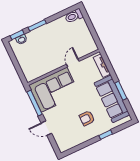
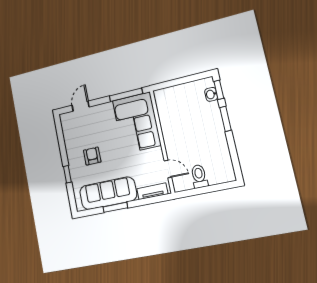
toilet: (74, 16) -> (199, 176), moved
door: (73, 63) -> (168, 169), moved
door: (46, 128) -> (81, 106), moved

